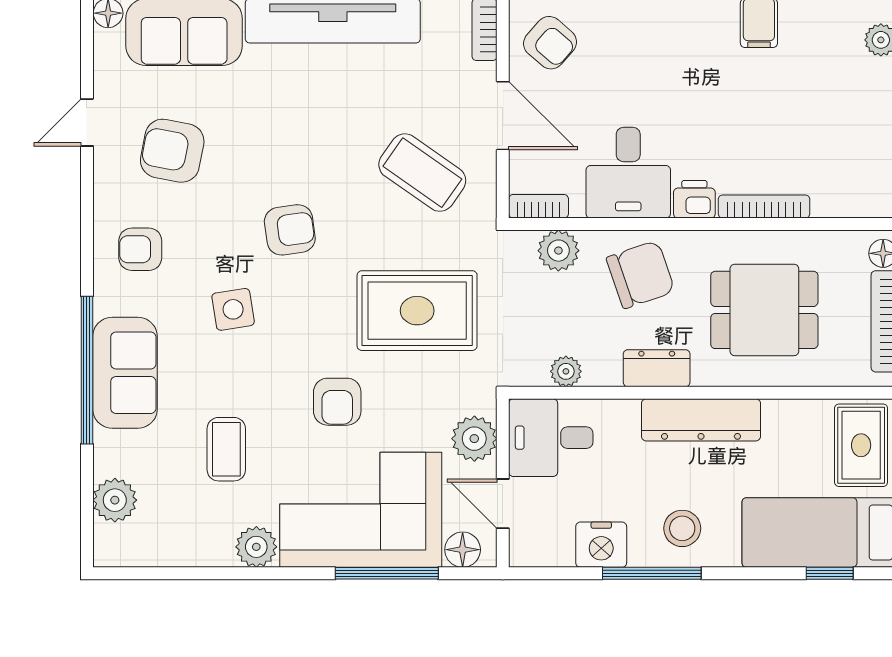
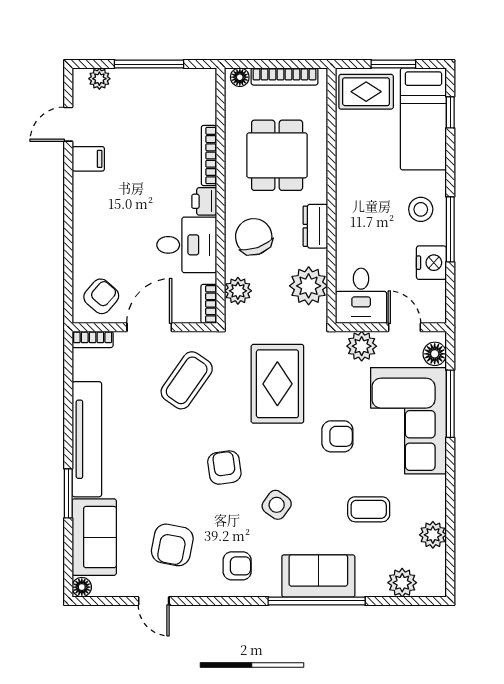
armchair: (140, 249) -> (237, 566), turned -90
side table: (233, 309) -> (277, 505), turned 45
plant: (566, 371) -> (309, 286), width x1.87, depth x1.87
dresser: (701, 420) -> (349, 197), removed
door: (503, 504) -> (404, 327), swing flipped
plant: (256, 547) -> (433, 535), moved

